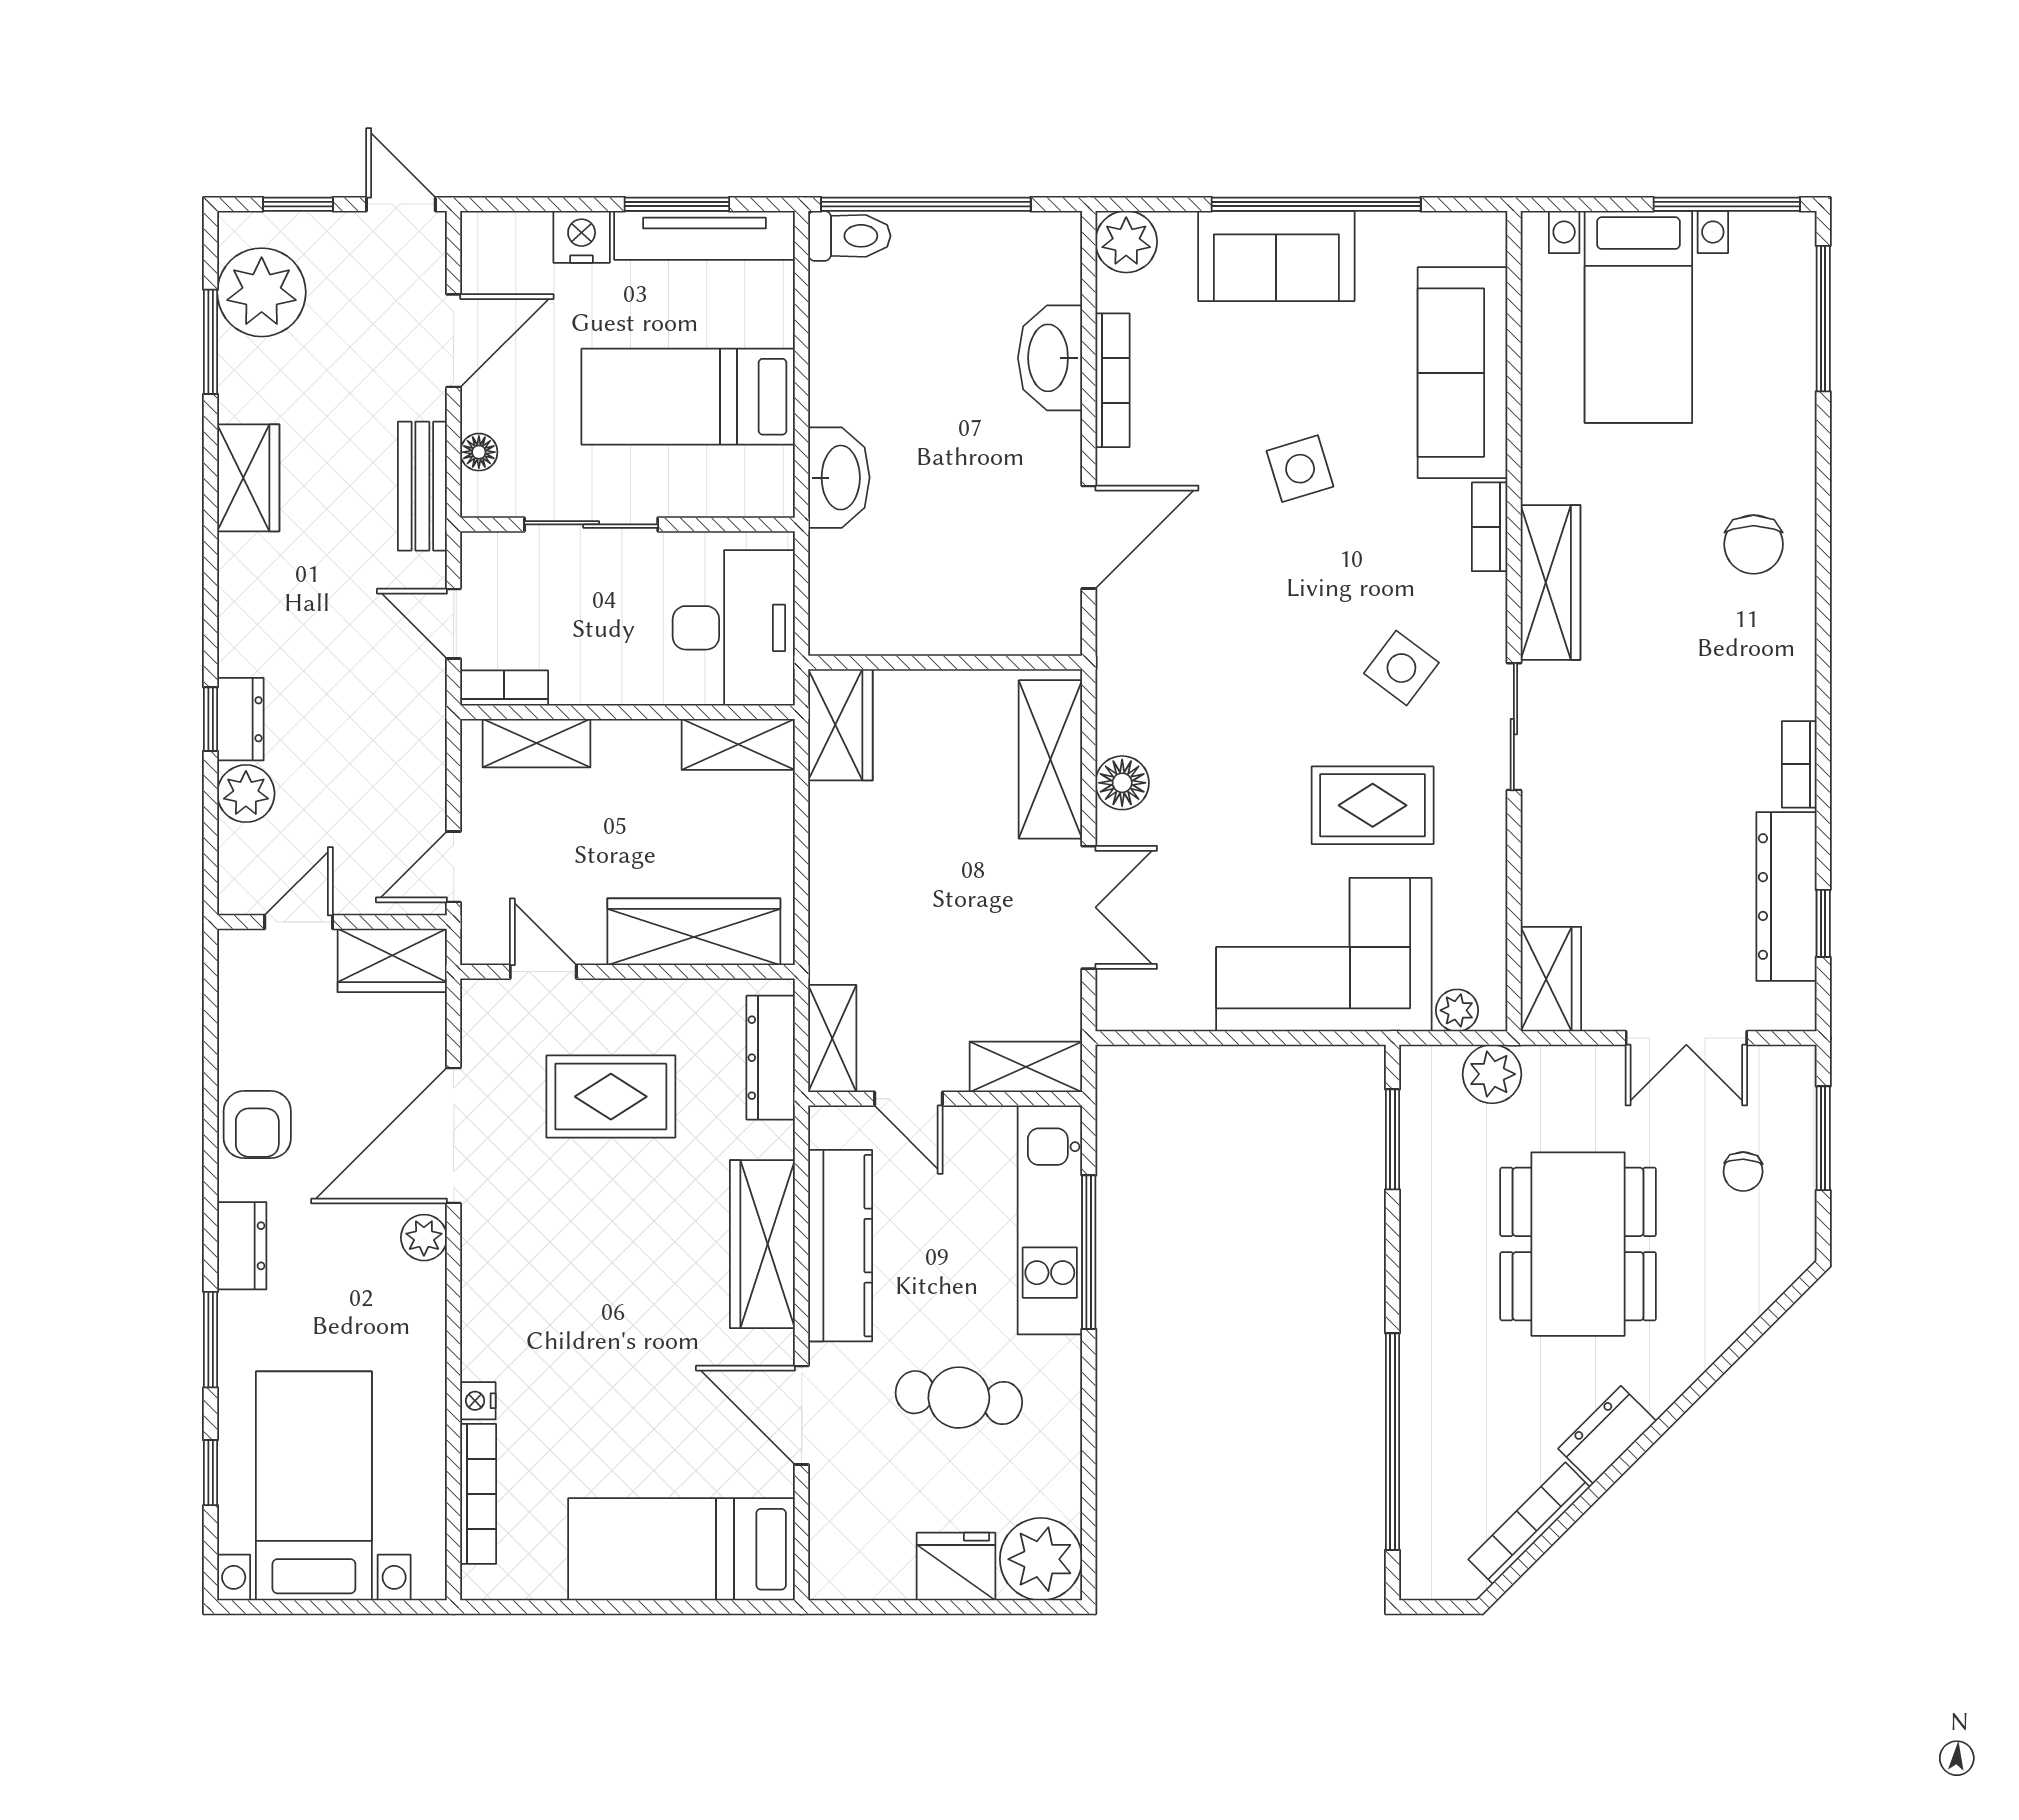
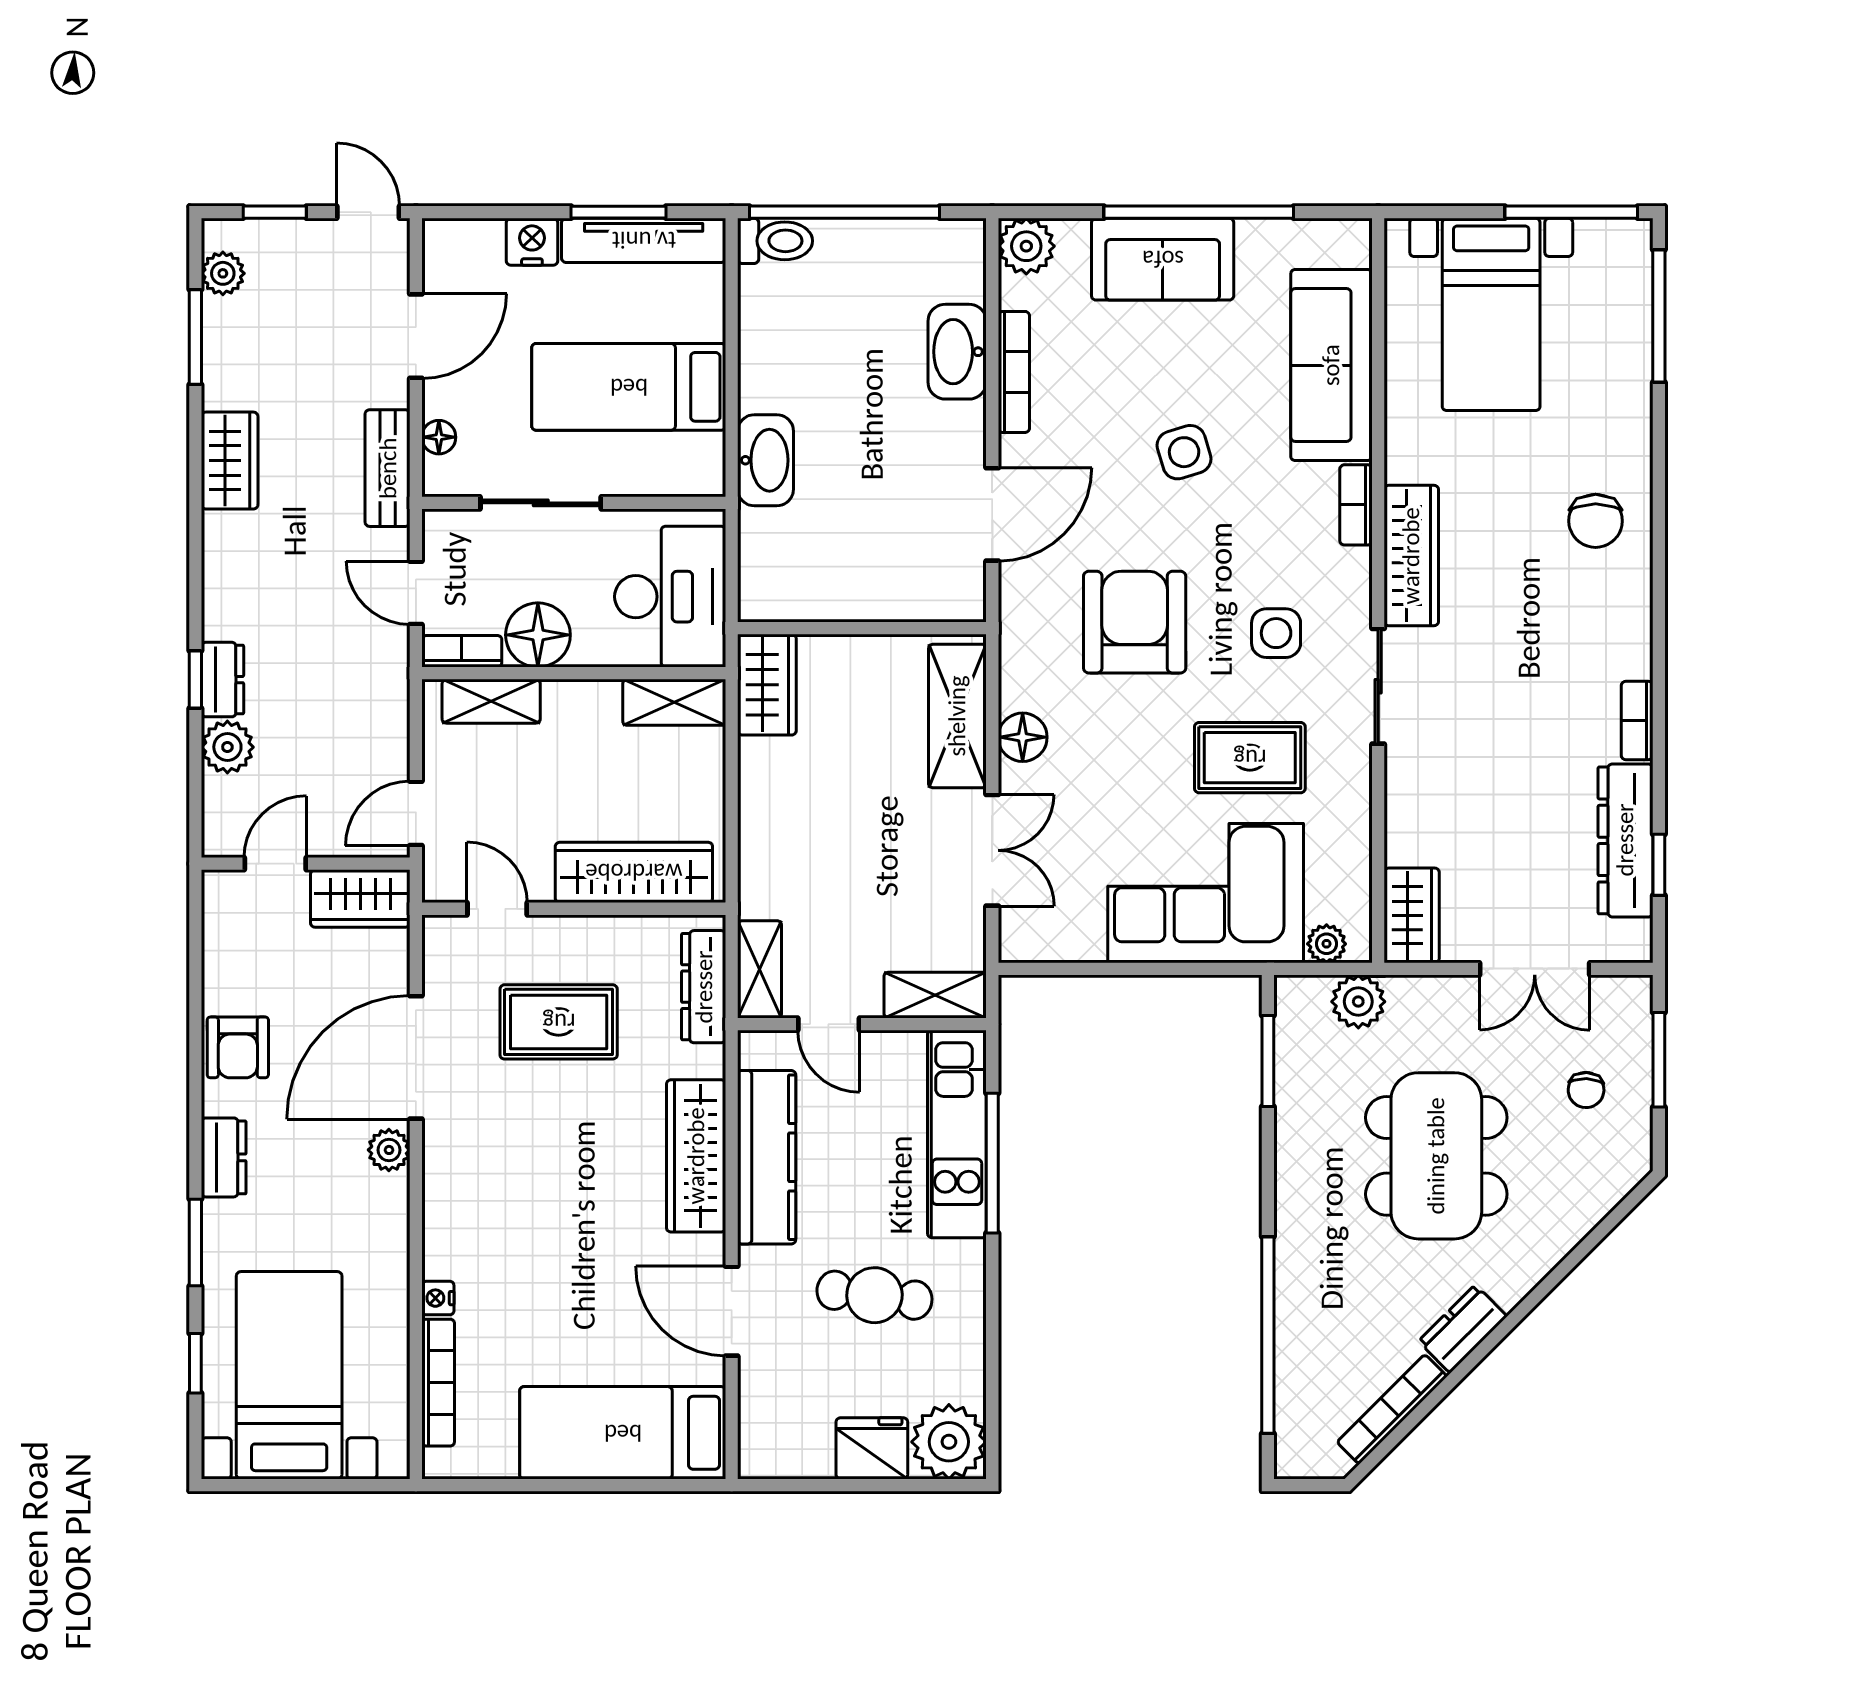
plant: (262, 292) -> (223, 273), width x0.53, depth x0.53
armchair: (1246, 656) -> (1135, 622), added
side table: (1401, 668) -> (1276, 633), turned -37
floor lamp: (588, 670) -> (538, 635), added

